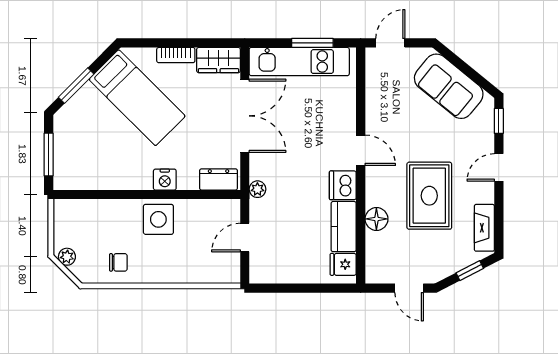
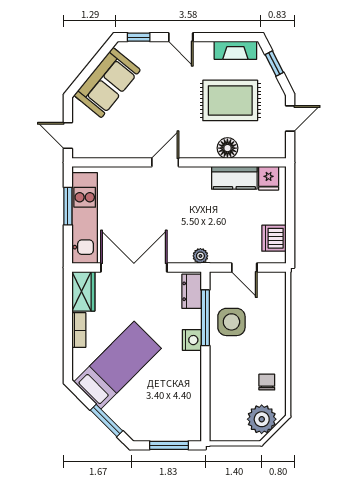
dishwasher: (343, 185) -> (274, 238), moved, turned 90
window: (189, 195) -> (205, 318), added
rug: (429, 196) -> (230, 100), moved
side table: (158, 219) -> (231, 322), moved
plant: (67, 257) -> (262, 419), width x1.88, depth x1.88

